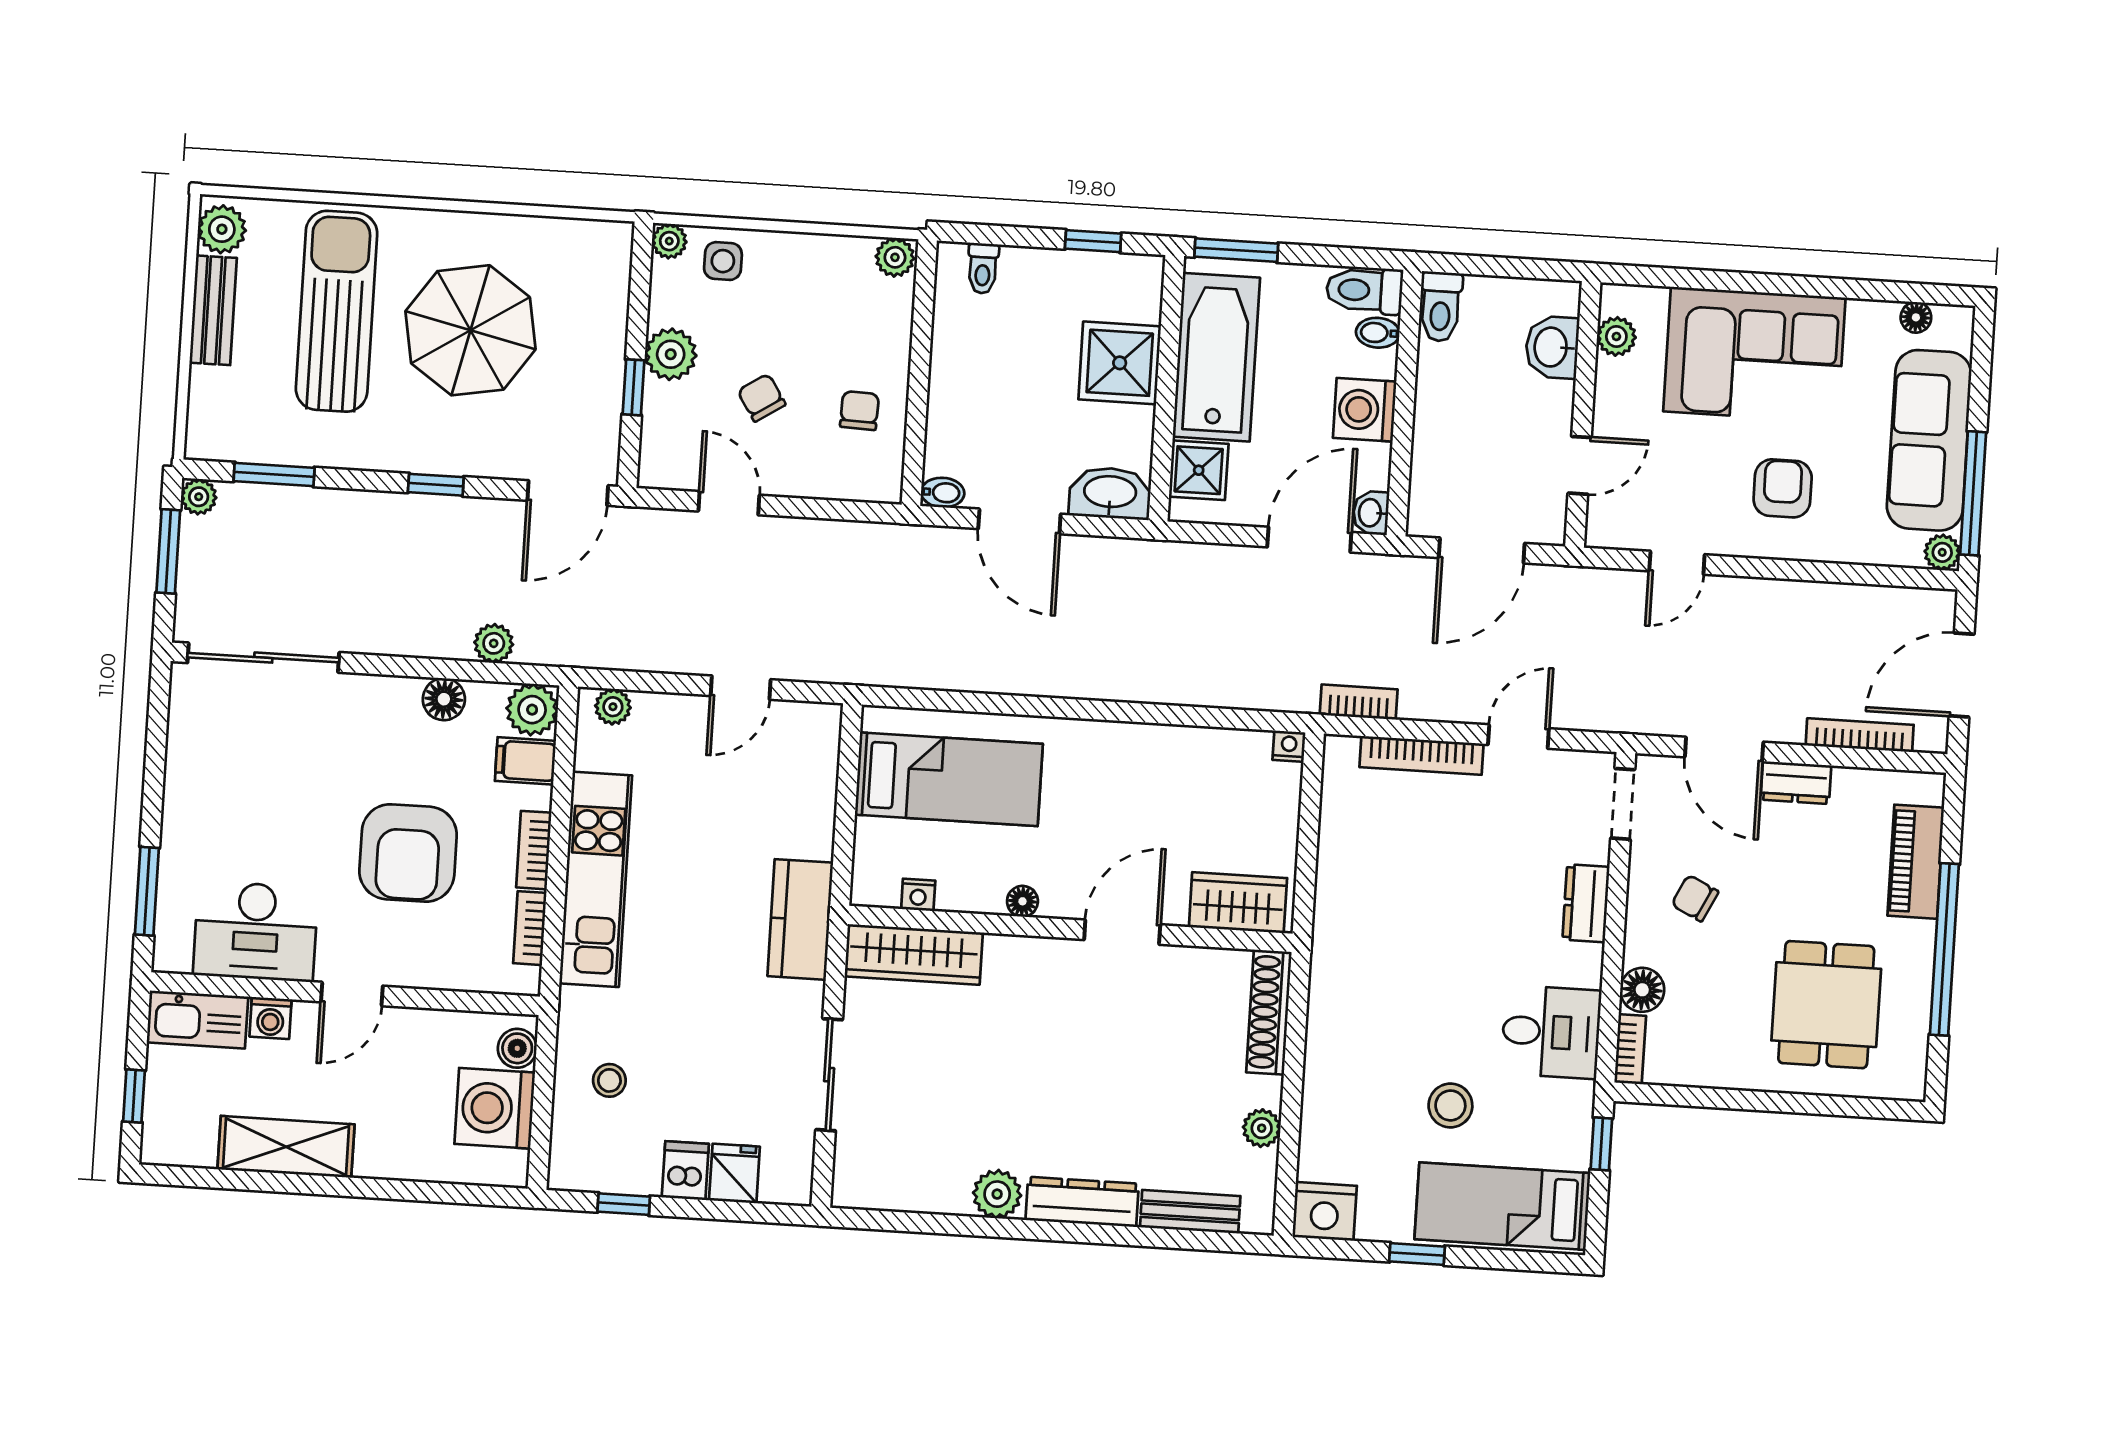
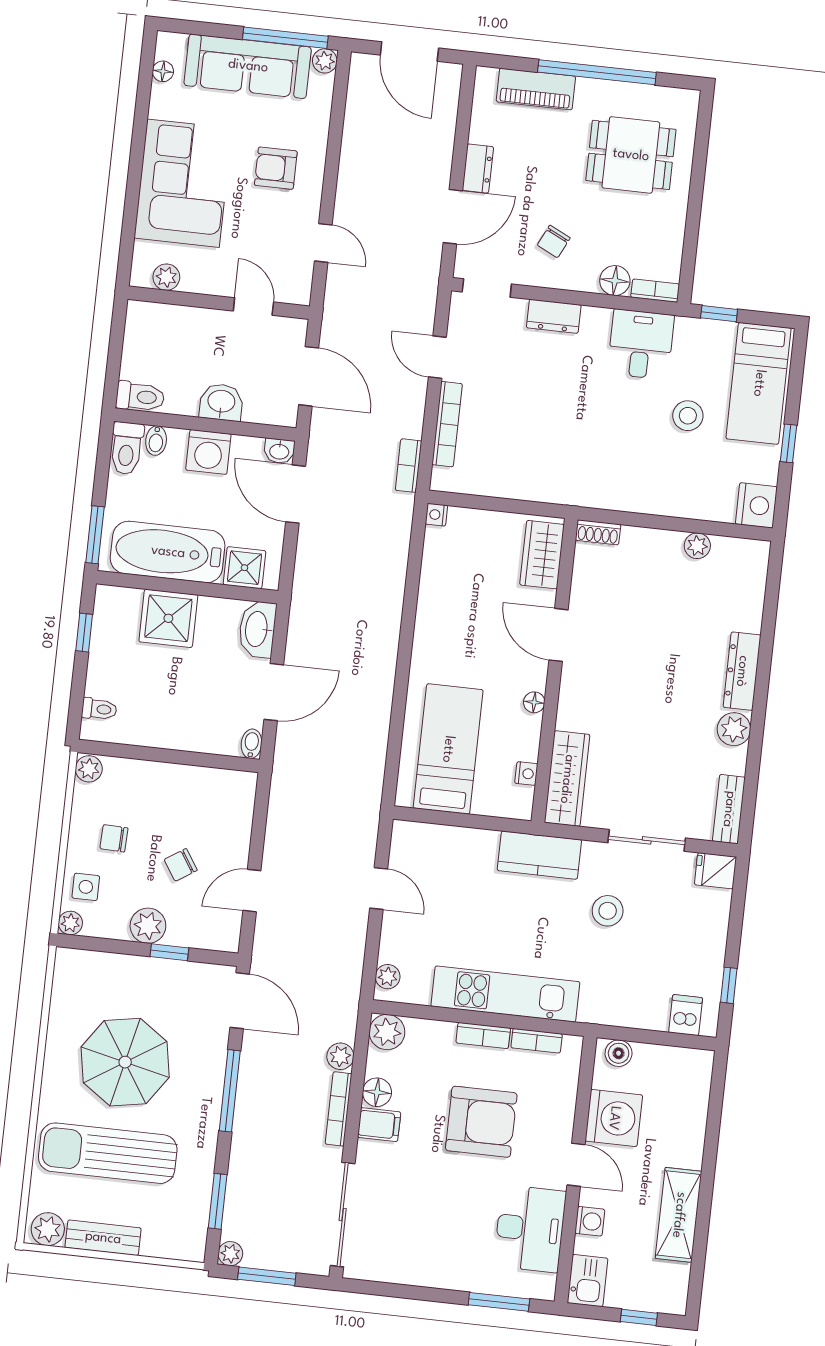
washbasin: (1552, 347) -> (221, 402), moved, turned 180
chair: (859, 411) -> (114, 838), moved
window: (436, 485) -> (230, 1091), width x2.17
bookcase: (1860, 735) -> (339, 1109), moved
filing cabinet: (525, 761) -> (379, 1125), moved, turned -90
shoe rack: (1269, 1012) -> (598, 532), width x0.51, depth x0.81
kitchen sink: (197, 1020) -> (587, 1281), width x0.73
stool: (609, 1080) -> (608, 911), moved, width x1.37, depth x1.37
washing machine: (495, 1108) -> (614, 1118), moved, turned -90
dishwasher: (685, 1171) -> (686, 1015), moved, turned 90
fridge: (734, 1173) -> (715, 871), moved
bench: (1190, 1212) -> (729, 809), moved

